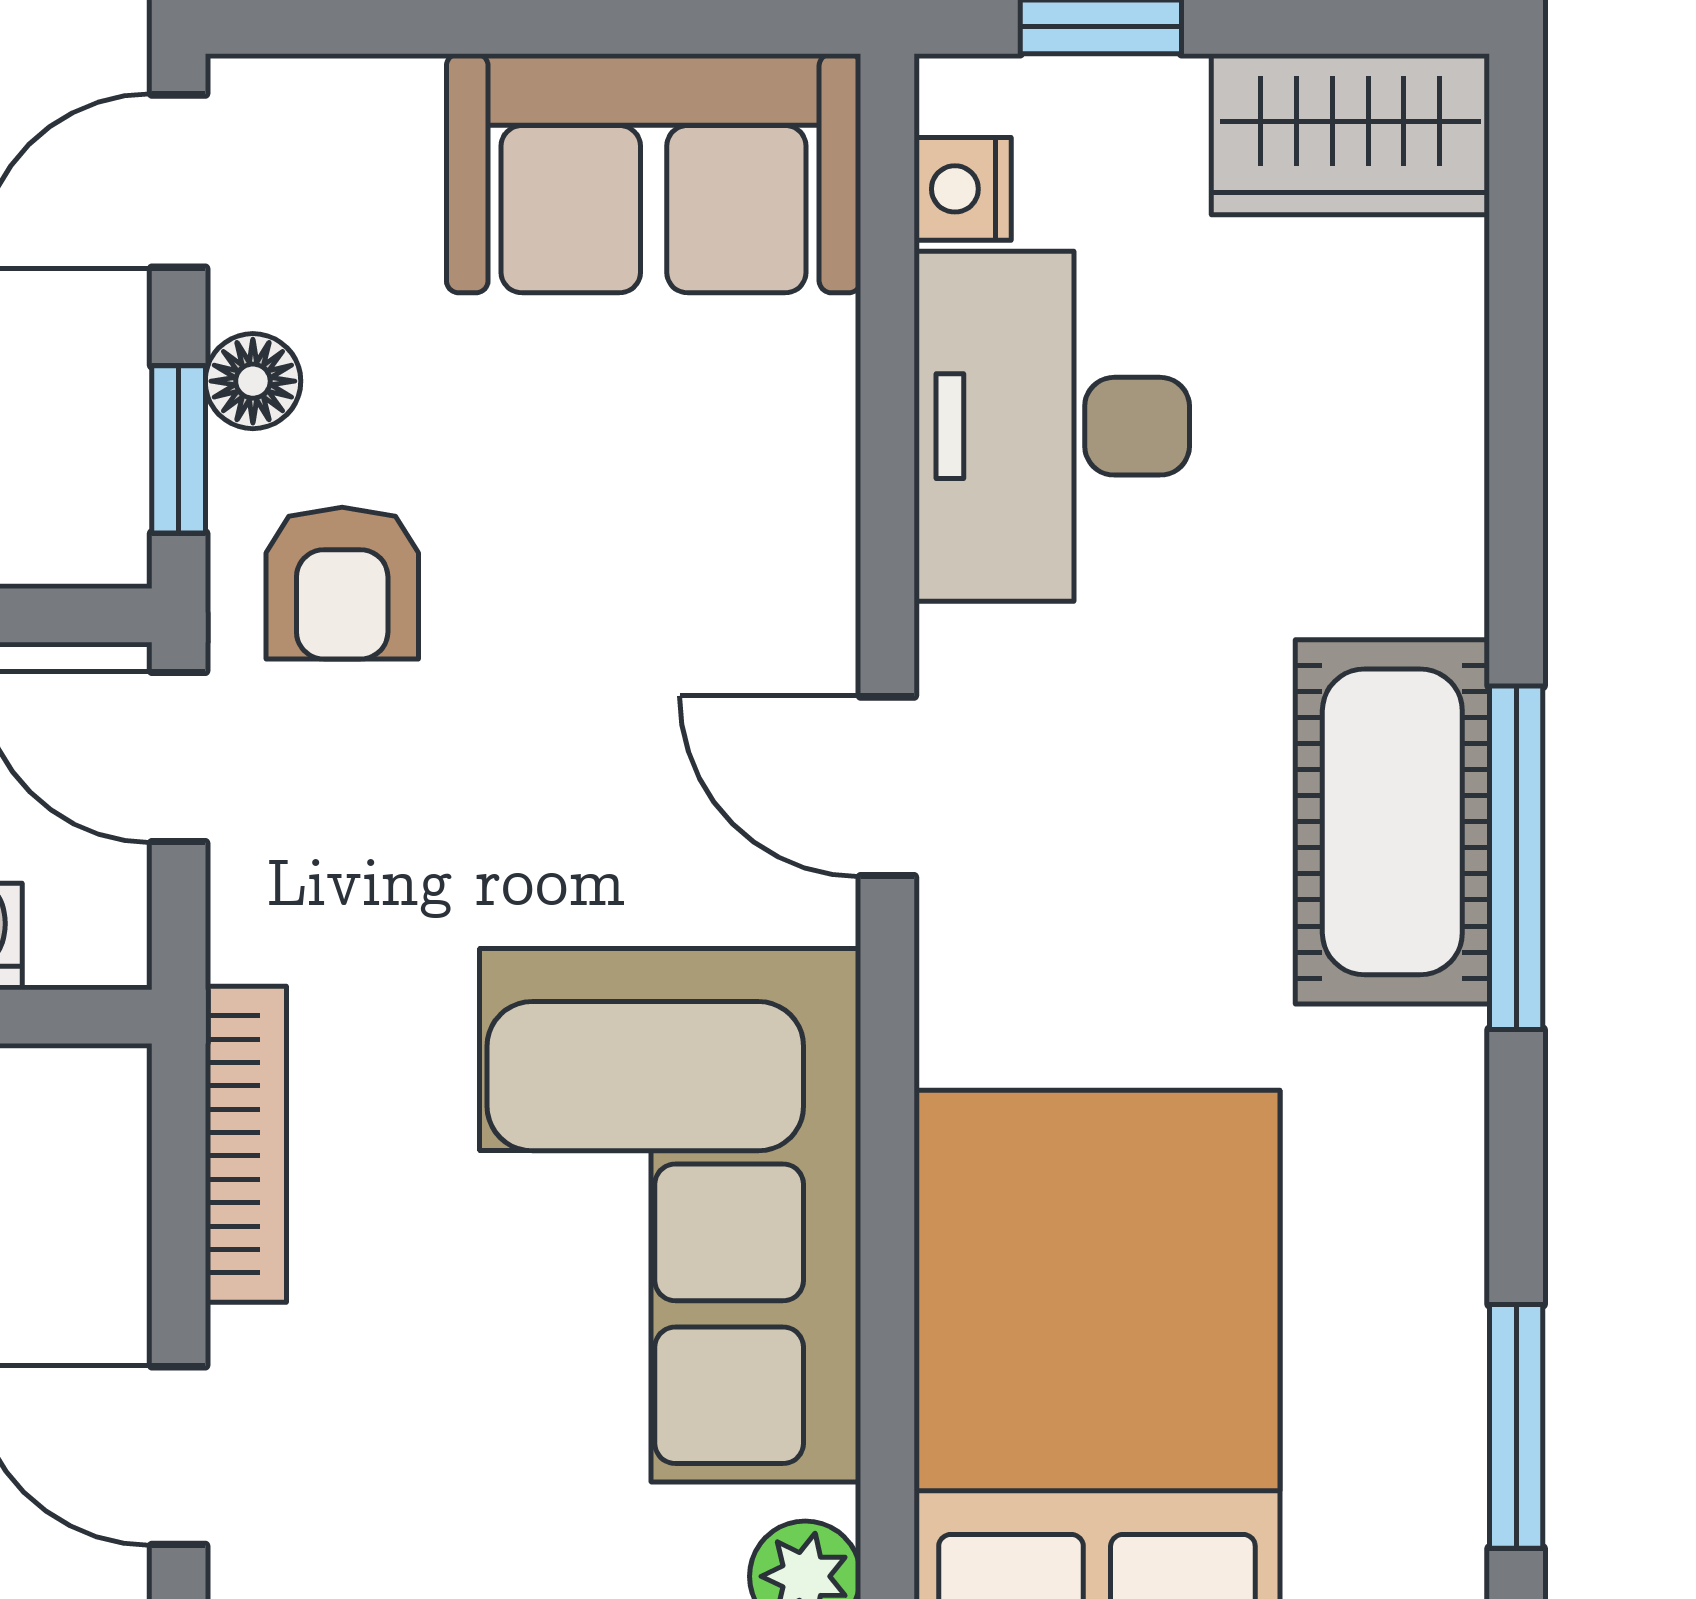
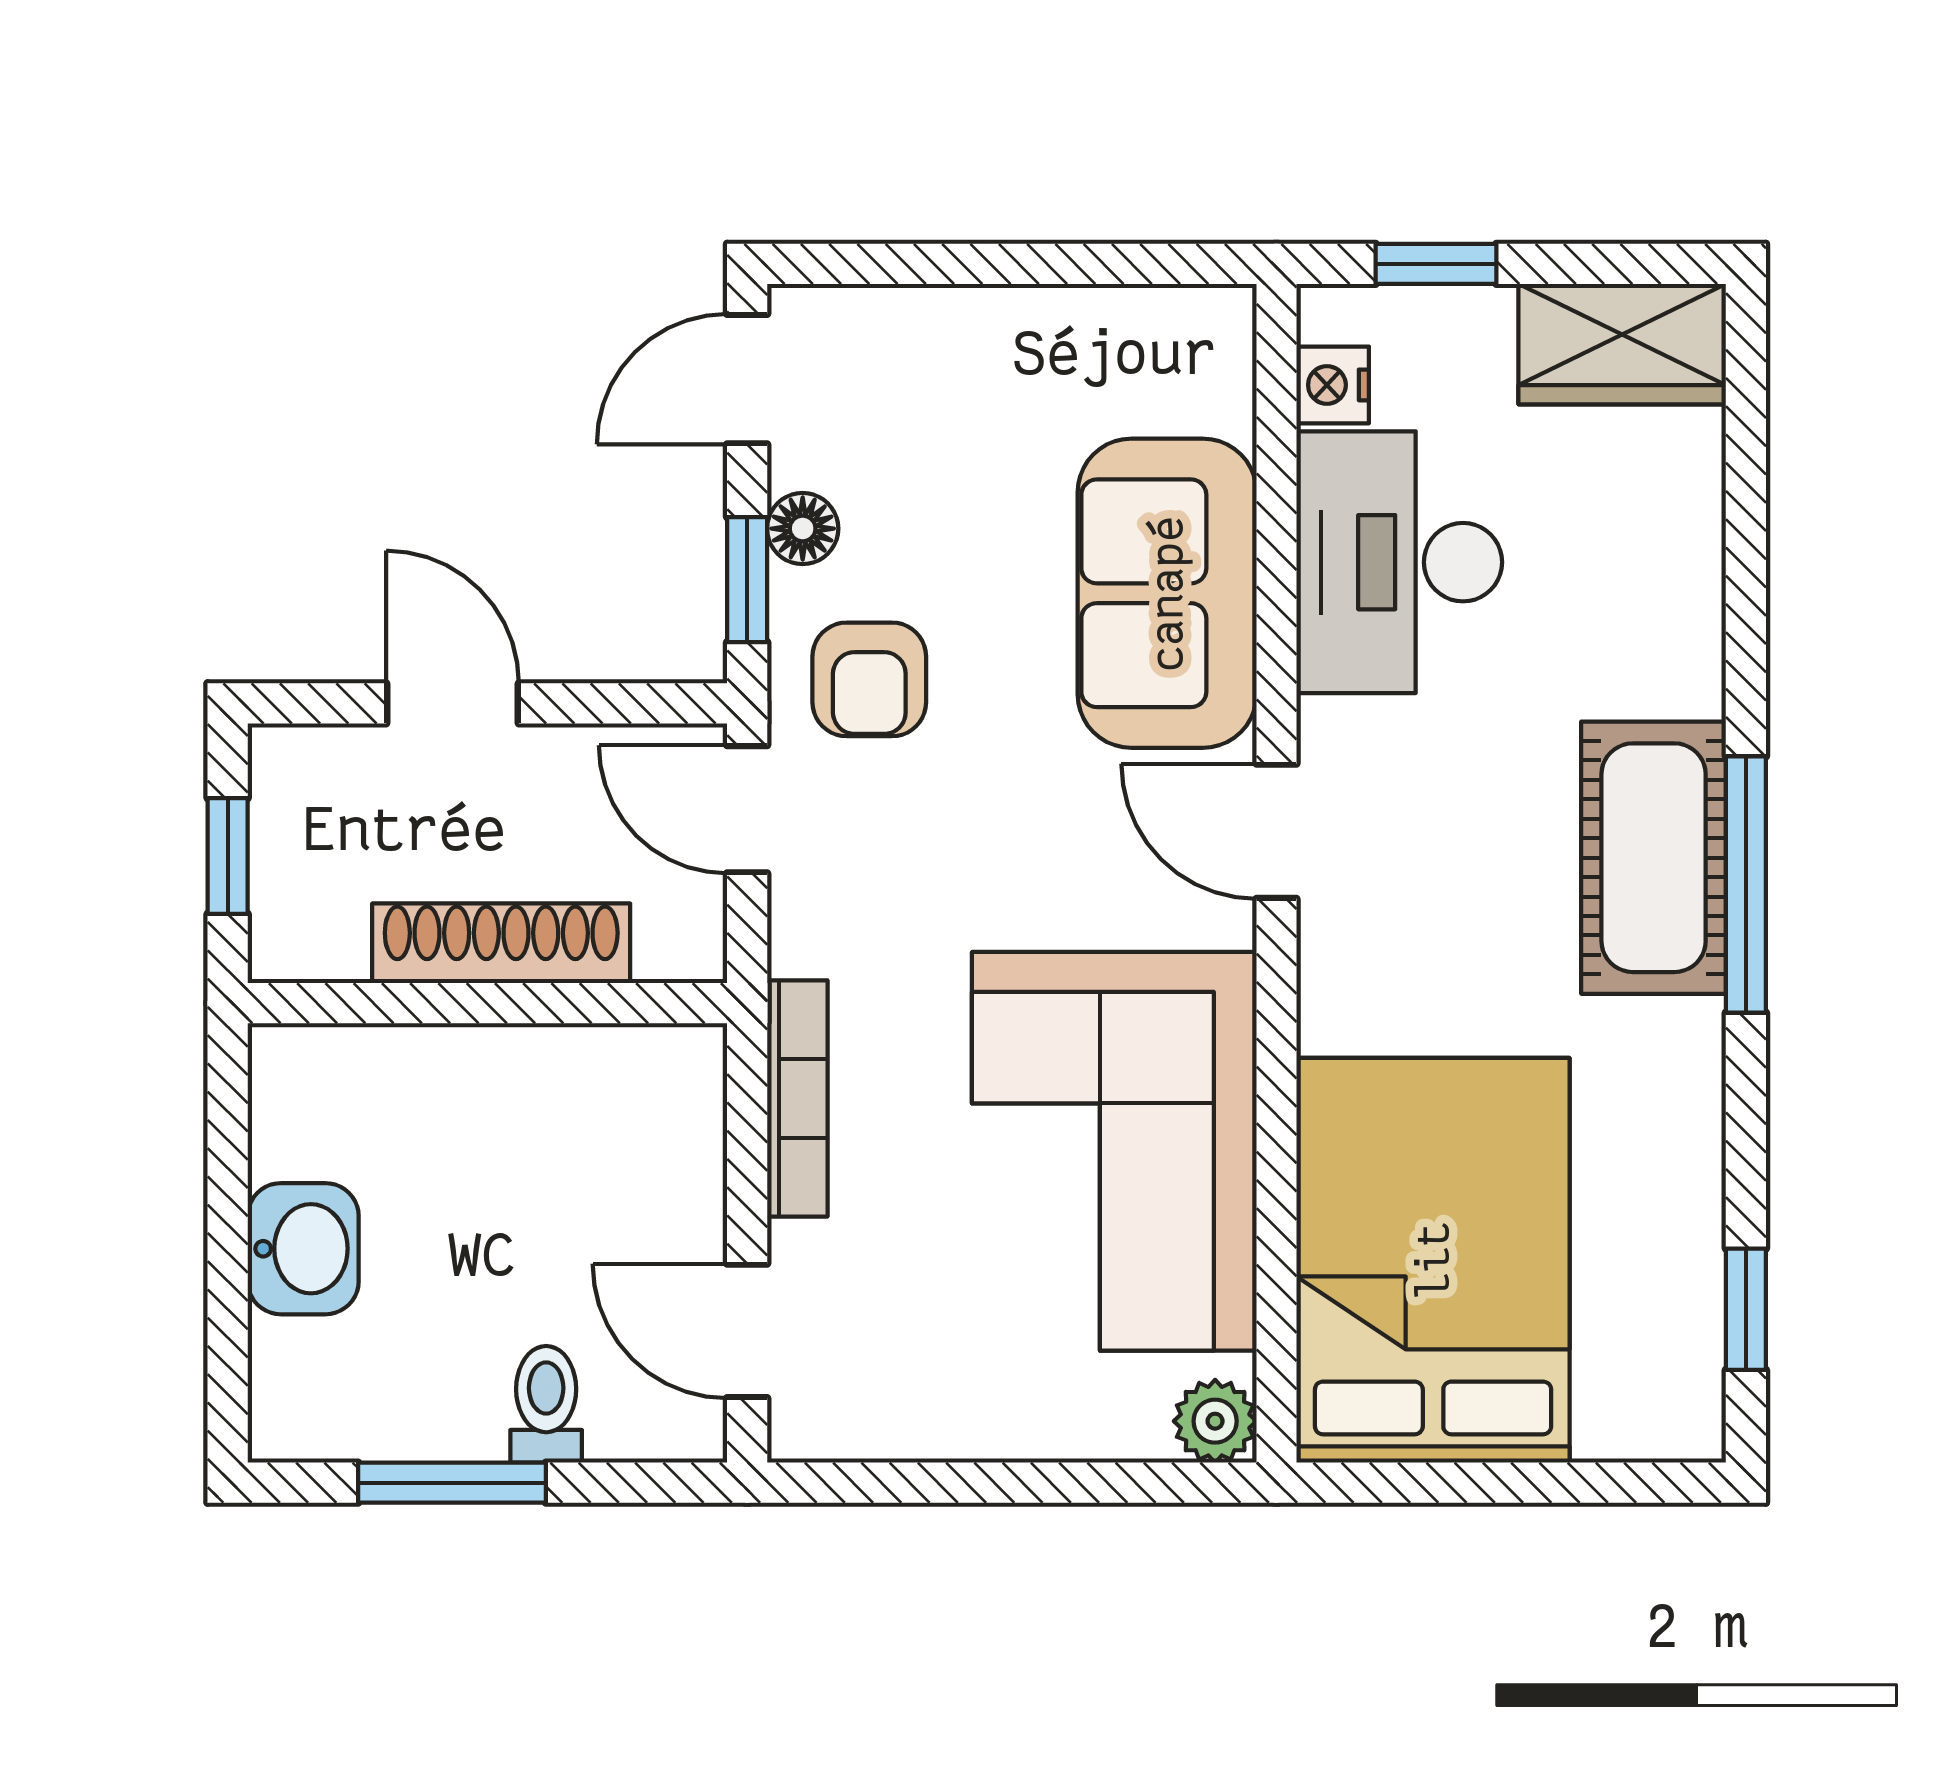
sofa: (654, 173) -> (1167, 593), moved, turned 90
window: (1516, 1426) -> (1746, 1309), width x0.67

